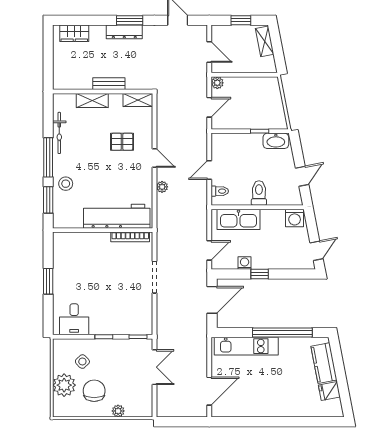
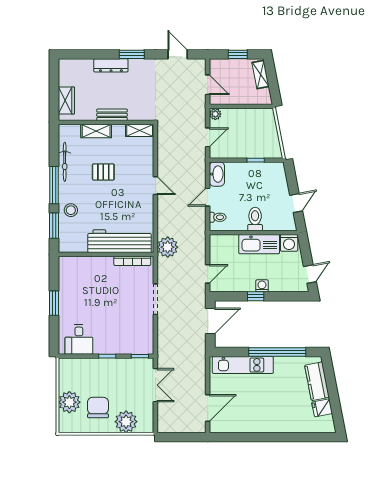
dresser: (124, 32) -> (111, 65), moved
wardrobe: (74, 33) -> (66, 100), moved, turned -90
washbasin: (276, 141) -> (217, 174), moved, turned -90
pallet: (122, 142) -> (103, 172), moved
plant: (162, 187) -> (168, 247), moved, width x1.88, depth x1.88
kitchen sink: (238, 219) -> (259, 244), moved
washing machine: (245, 263) -> (262, 286), moved
side table: (82, 362) -> (87, 380), removed
plant: (118, 411) -> (126, 422), width x1.87, depth x1.87

